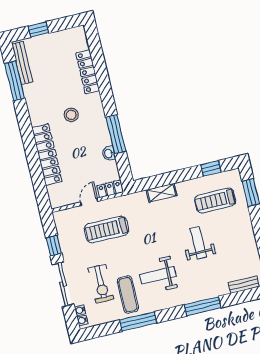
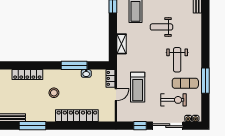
window: (15, 81) -> (32, 126), moved
door: (89, 202) -> (116, 95), swing flipped
window: (203, 306) -> (205, 34), removed

